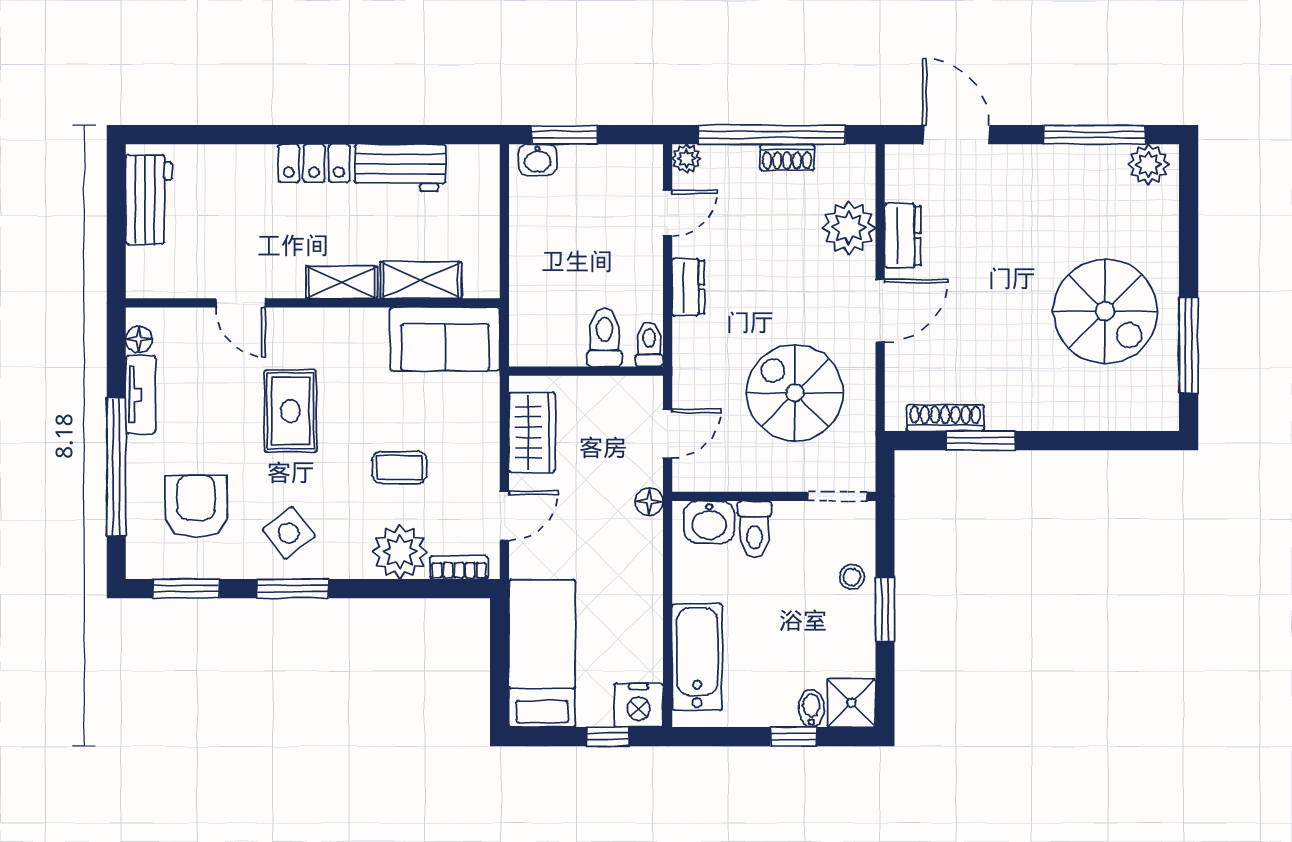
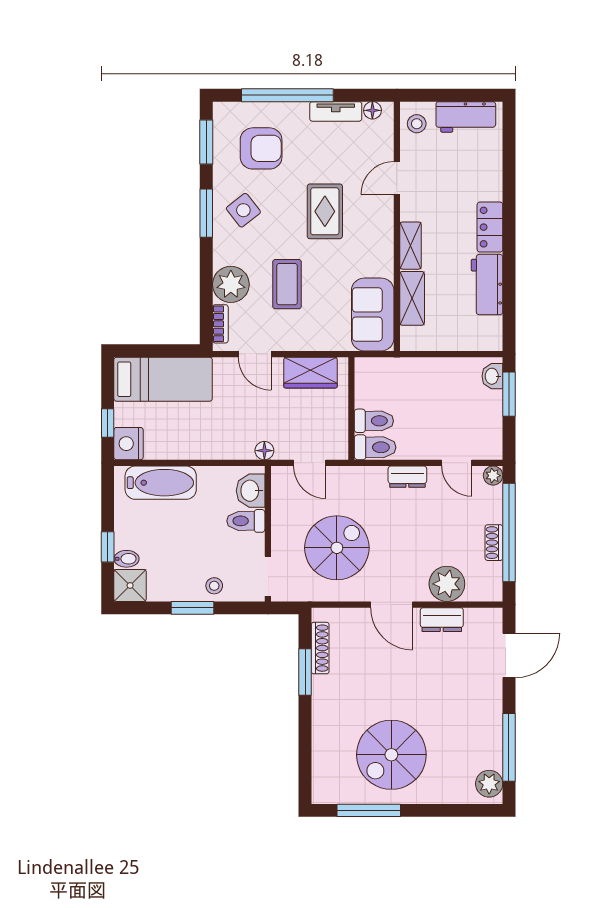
stool: (159, 273) -> (417, 124), added
toilet: (649, 344) -> (375, 447), width x1.37, depth x1.39
rug: (290, 411) -> (325, 211), turned 90
coffee table: (400, 468) -> (287, 284), width x1.36, depth x1.30

